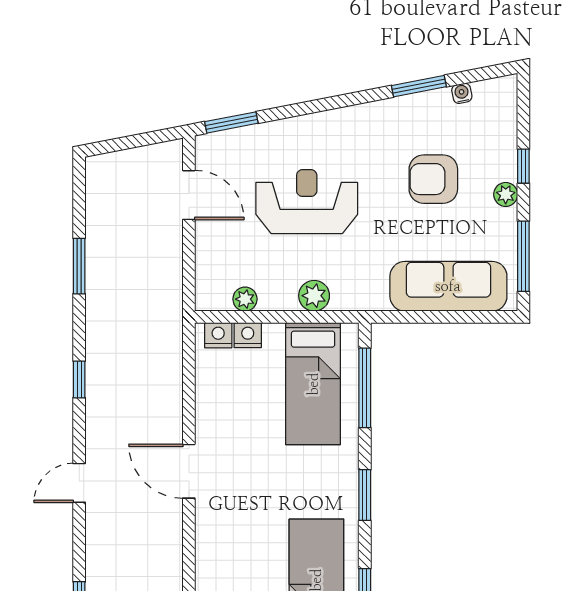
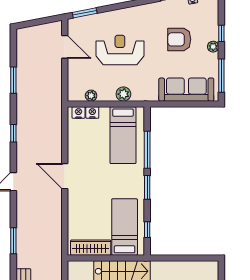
window: (365, 388) -> (147, 150), moved

